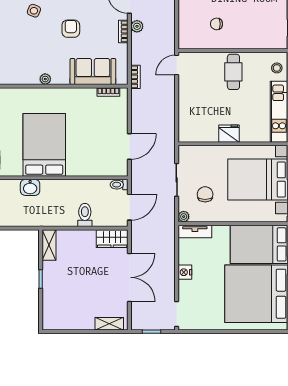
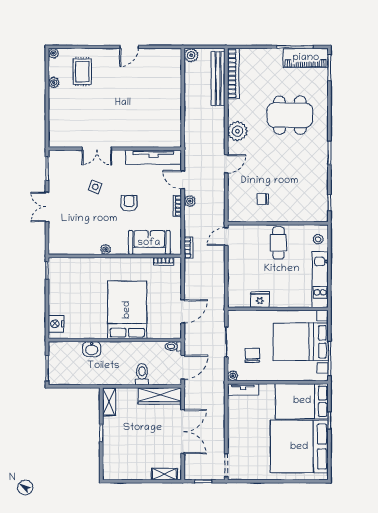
fridge: (229, 134) -> (260, 299), moved
bed: (44, 145) -> (127, 310), moved
wardrobe: (112, 239) -> (160, 396), width x1.50
nightstand: (185, 272) -> (234, 427), removed

